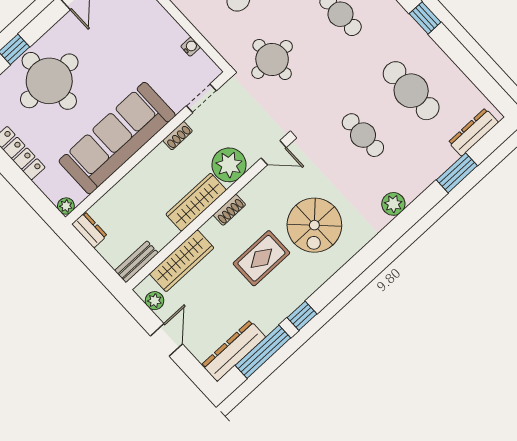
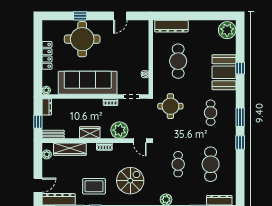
wardrobe: (196, 202) -> (90, 133), width x0.67
spiral stairs: (314, 225) -> (130, 181), turned 180
rug: (261, 258) -> (94, 186), moved
window: (97, 264) -> (38, 122), added
door: (167, 340) -> (38, 185), moved

